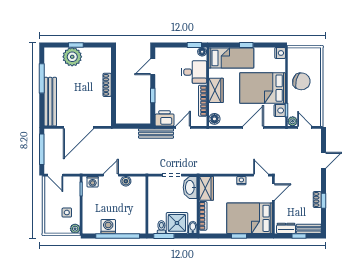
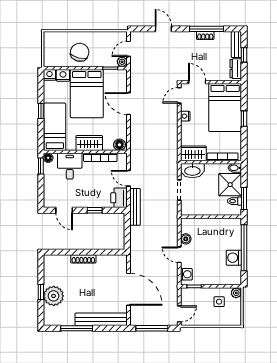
nightstand: (280, 111) -> (63, 75), moved
window: (324, 201) -> (207, 29), width x2.17

